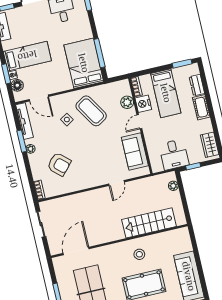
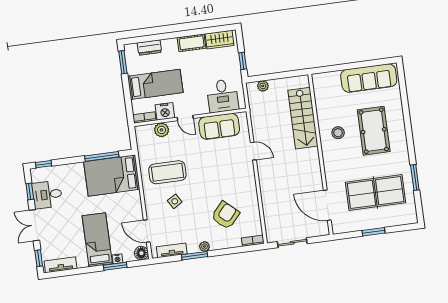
floor lamp: (17, 85) -> (141, 253), moved
door: (39, 98) -> (147, 231), swing flipped
cot: (201, 107) -> (192, 43), moved
coffee table: (91, 111) -> (167, 172), turned 32
tv unit: (24, 121) -> (172, 250), width x0.71
desk: (174, 154) -> (223, 96), moved, turned 90

